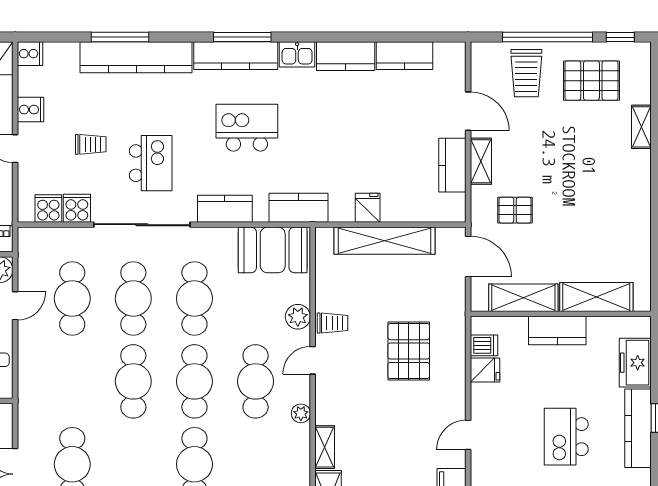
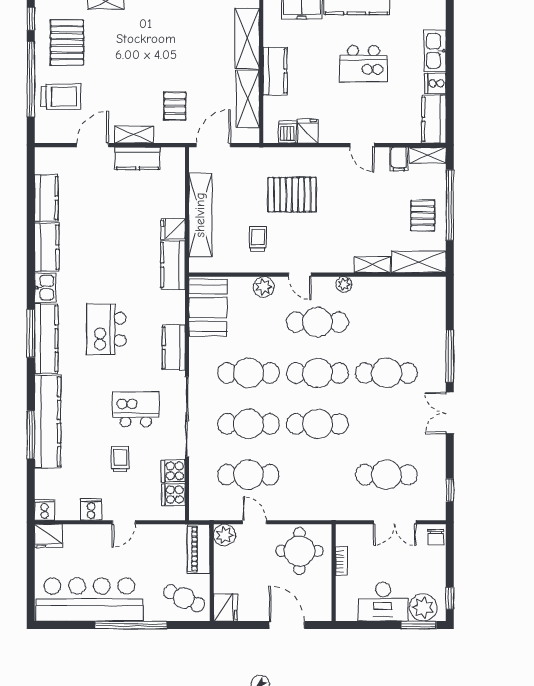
kitchen counter: (298, 208) -> (173, 265), moved
trolley: (332, 323) -> (258, 239), moved

